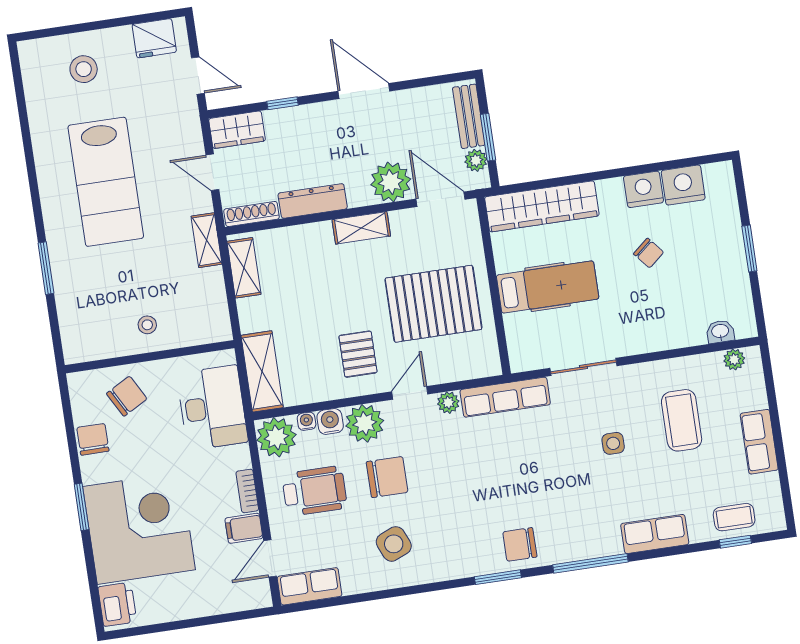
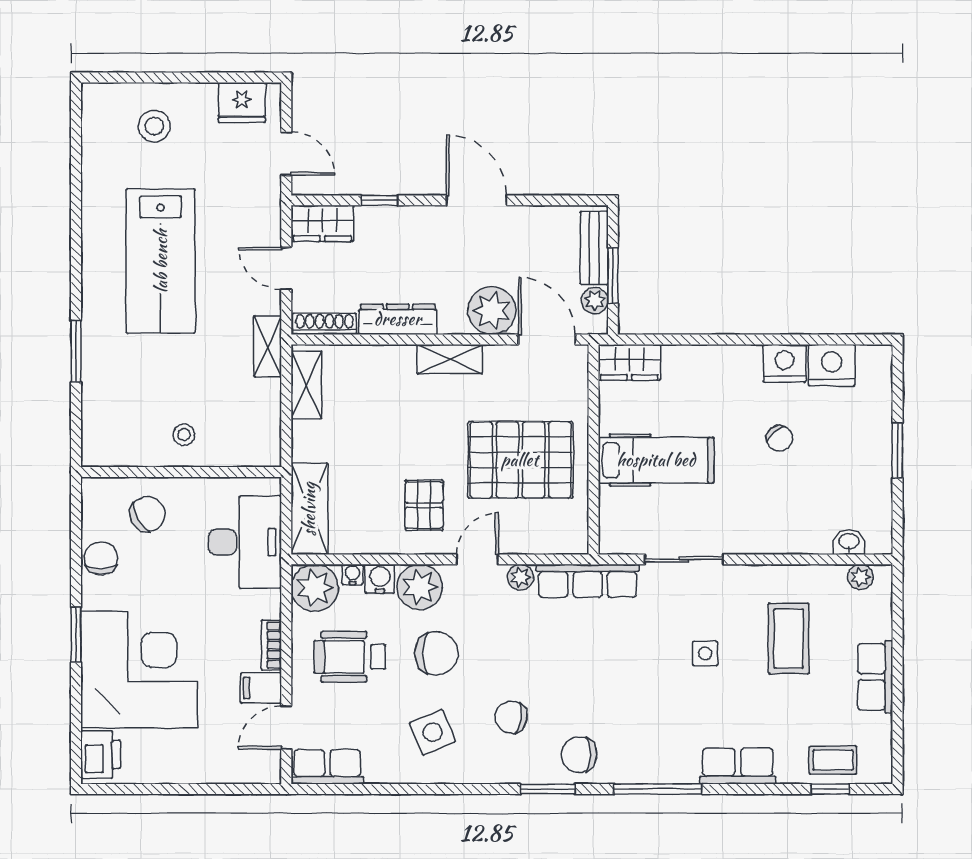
wardrobe: (542, 206) -> (629, 362), width x0.48, depth x0.85
wheelchair: (315, 491) -> (350, 657), turned 180
chair: (458, 521) -> (511, 717), added

